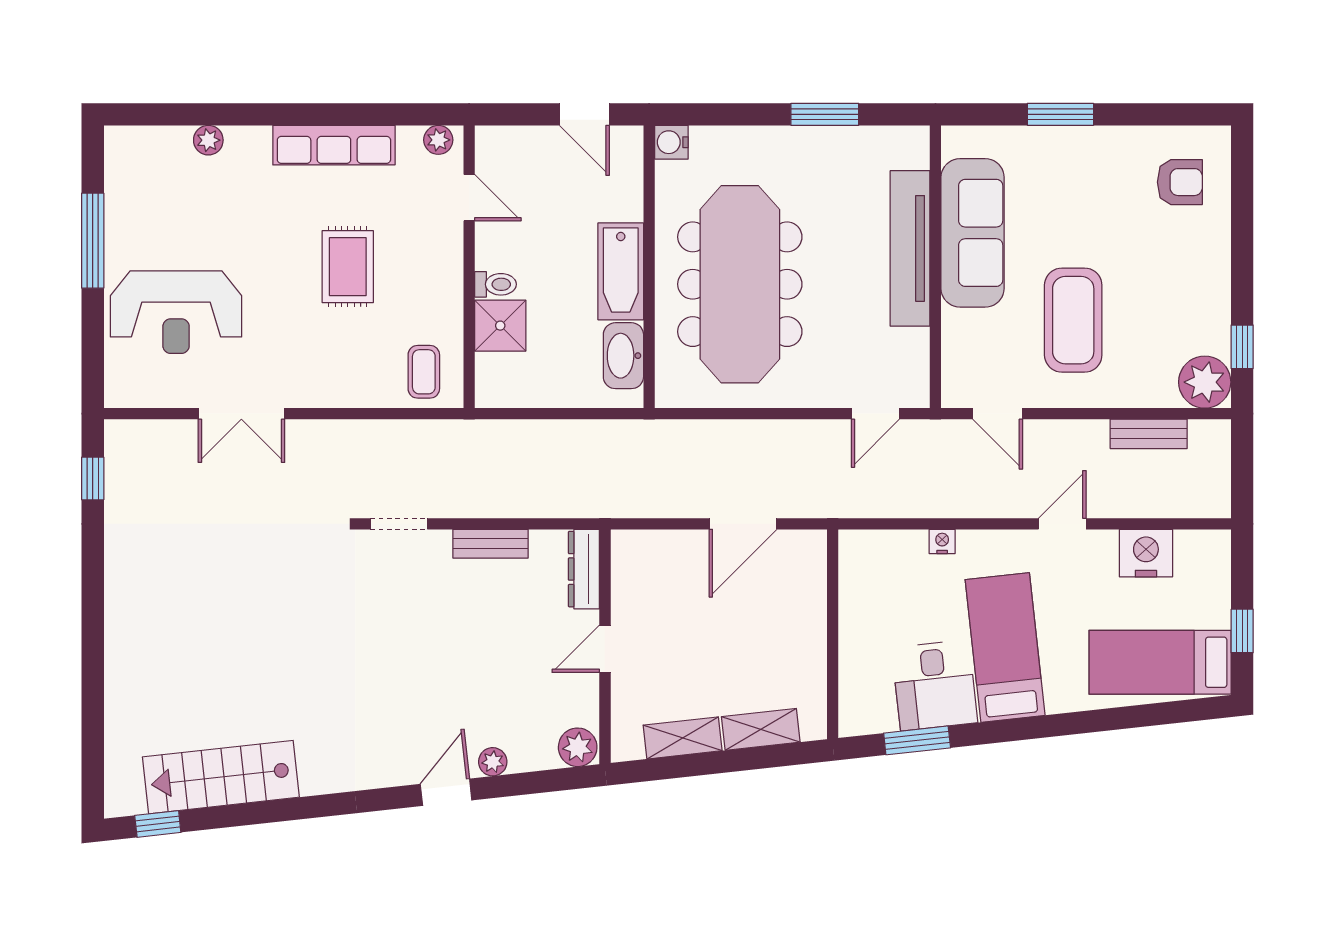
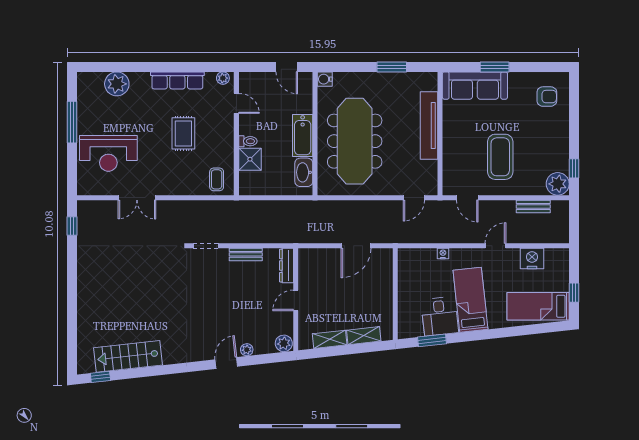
plant: (208, 140) -> (117, 84), width x1.88, depth x1.88
sofa: (973, 233) -> (475, 86), moved, turned 90

